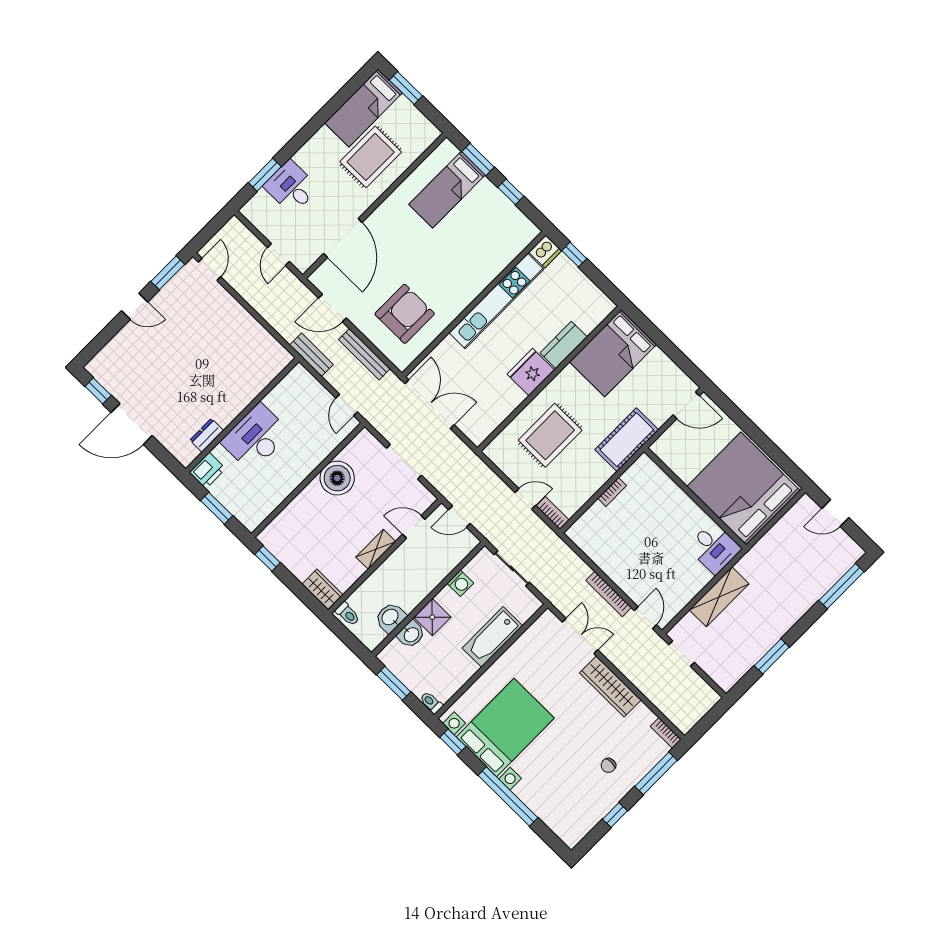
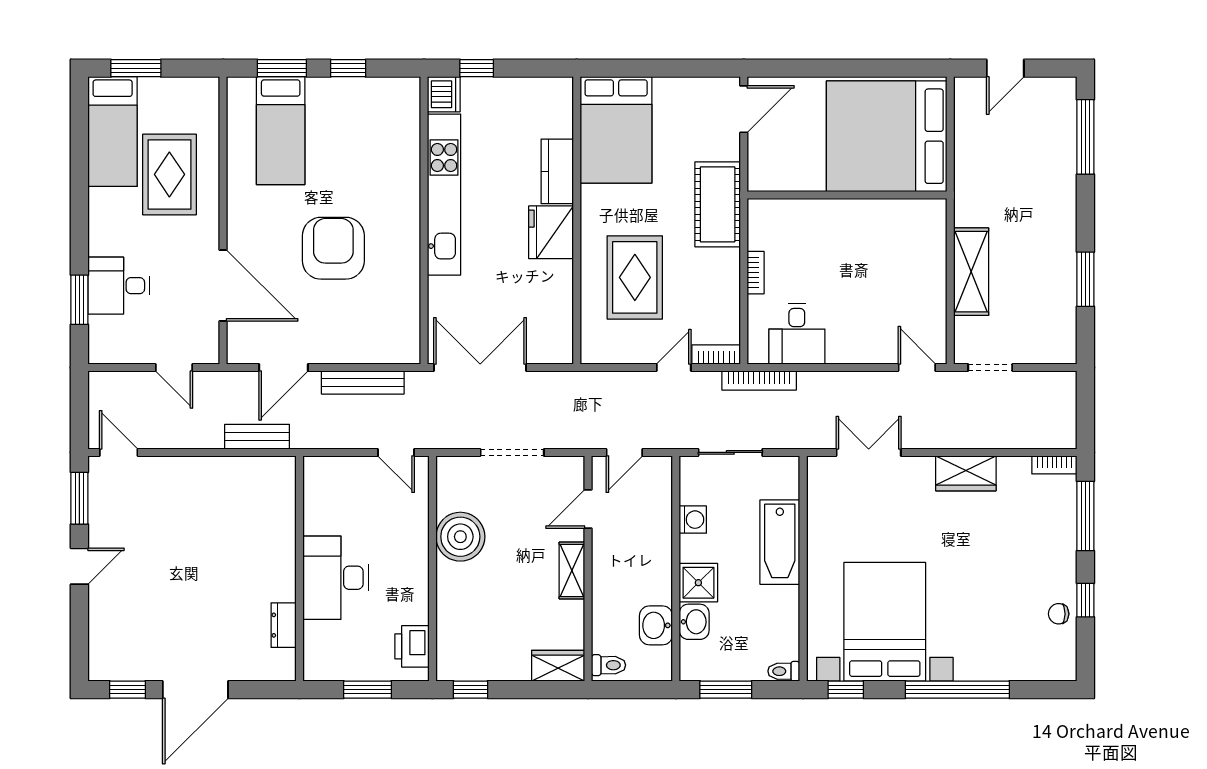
armchair: (405, 314) -> (333, 248), moved
bench: (311, 355) -> (257, 437), moved
printer: (207, 471) -> (412, 646), moved, turned 180
desk: (714, 548) -> (797, 334), moved, turned 90
bookcase: (609, 594) -> (759, 380), moved
wardrobe: (610, 686) -> (966, 473), width x0.67
chair: (608, 765) -> (1059, 614), moved, turned 90

